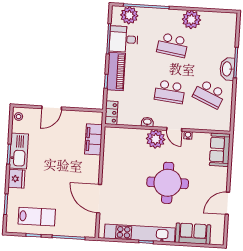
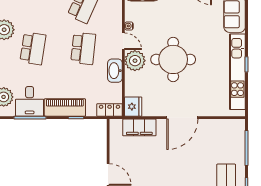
washbasin: (147, 122) -> (115, 71), width x1.91, depth x1.45
door: (174, 129) -> (123, 41), hinge flipped
fridge: (113, 135) -> (133, 107), added
round table: (168, 183) -> (173, 59), moved
door: (99, 199) -> (182, 118), moved

